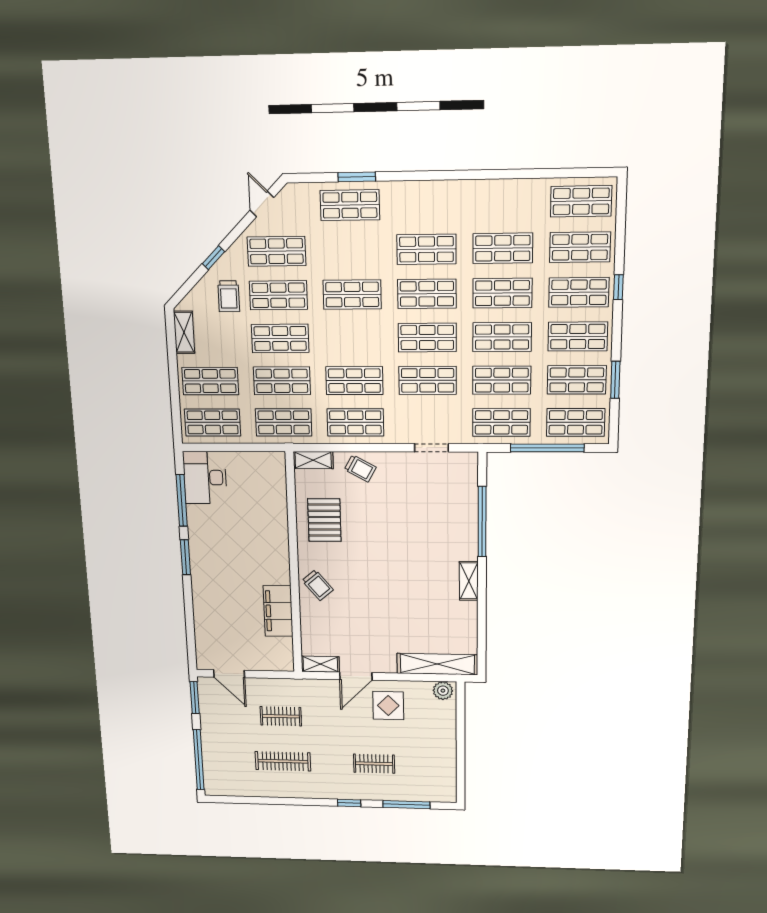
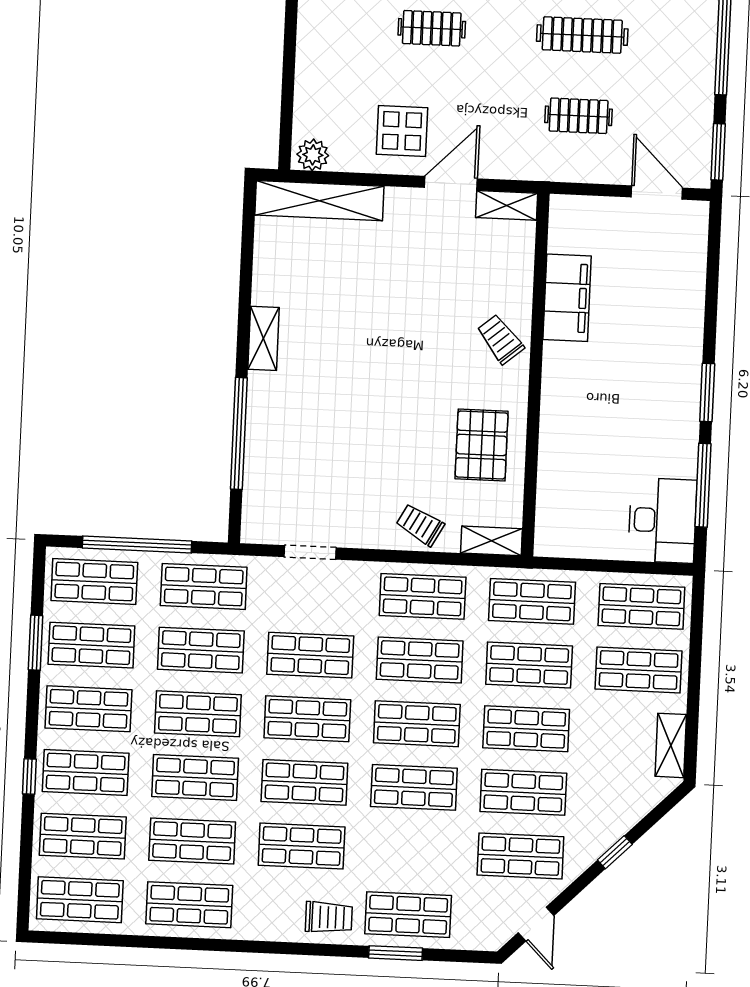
shop shelf: (503, 203) -> (189, 905), added
trolley: (229, 296) -> (329, 917), moved, turned 90
shop shelf: (353, 338) -> (417, 724), added

